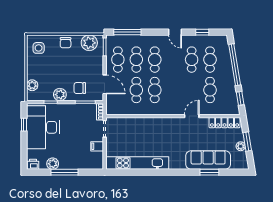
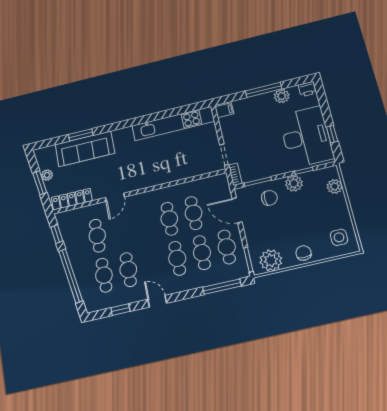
filing cabinet: (97, 146) -> (224, 110), moved

